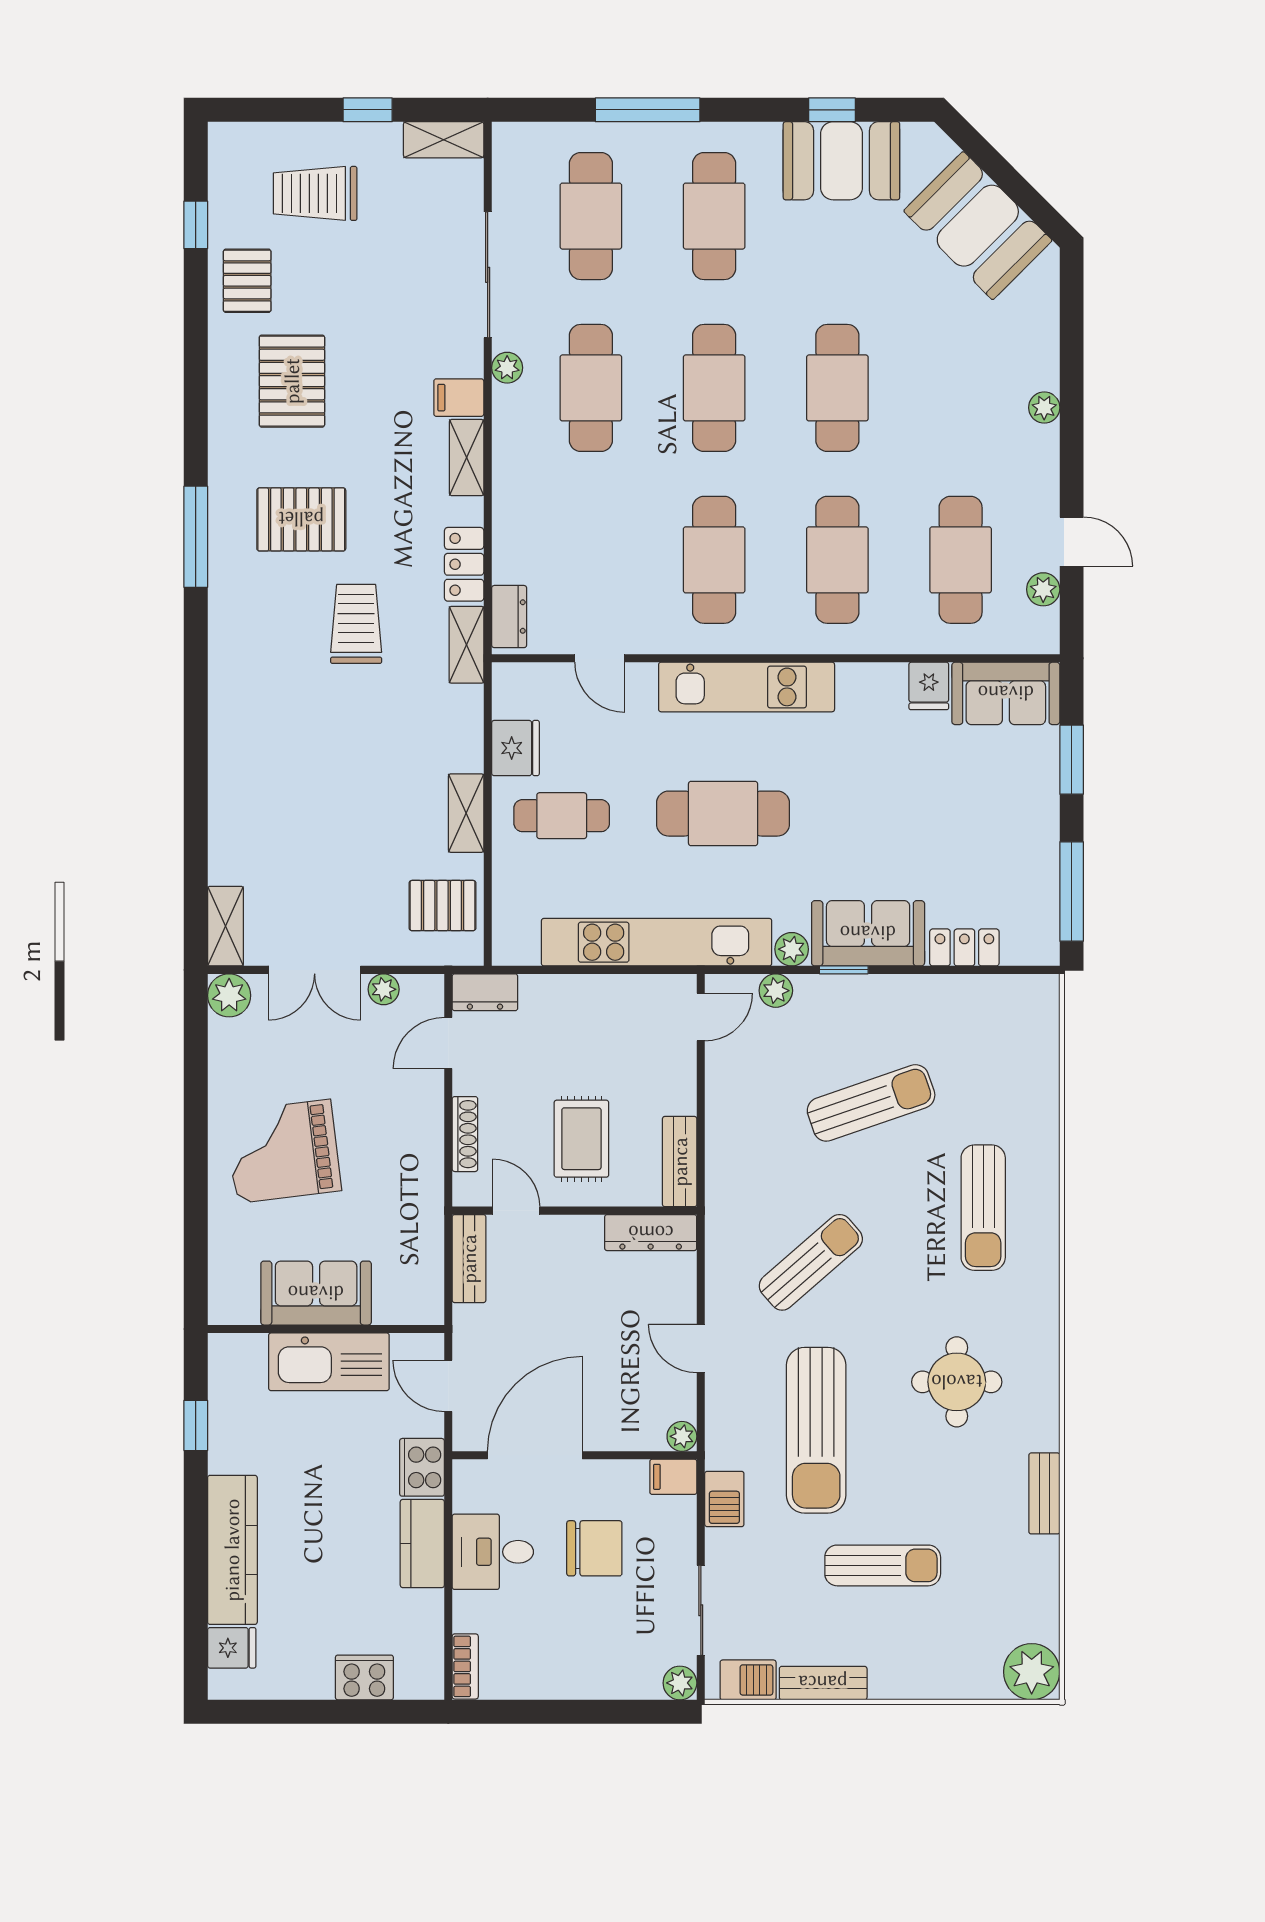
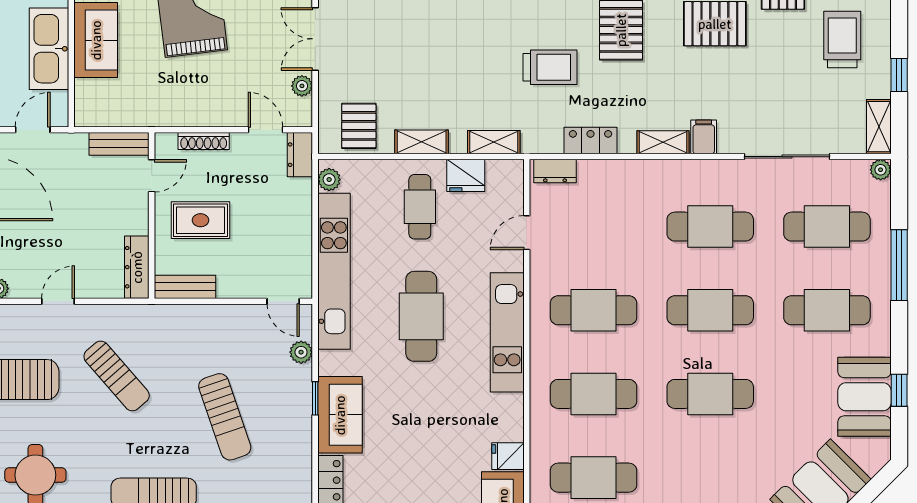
plant: (507, 368) -> (881, 170), moved
shelving: (466, 645) -> (494, 142), moved
plant: (792, 949) -> (329, 180), moved

